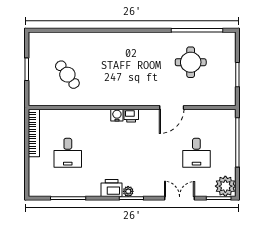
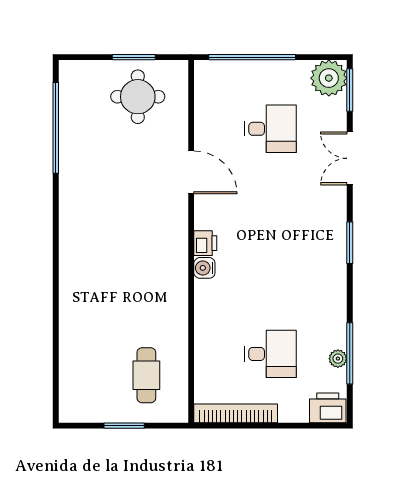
round table: (191, 62) -> (138, 97), moved
cafe table: (67, 75) -> (146, 375), moved, turned -53
printer: (112, 188) -> (328, 408), moved, turned 90
plant: (128, 191) -> (338, 359), moved

